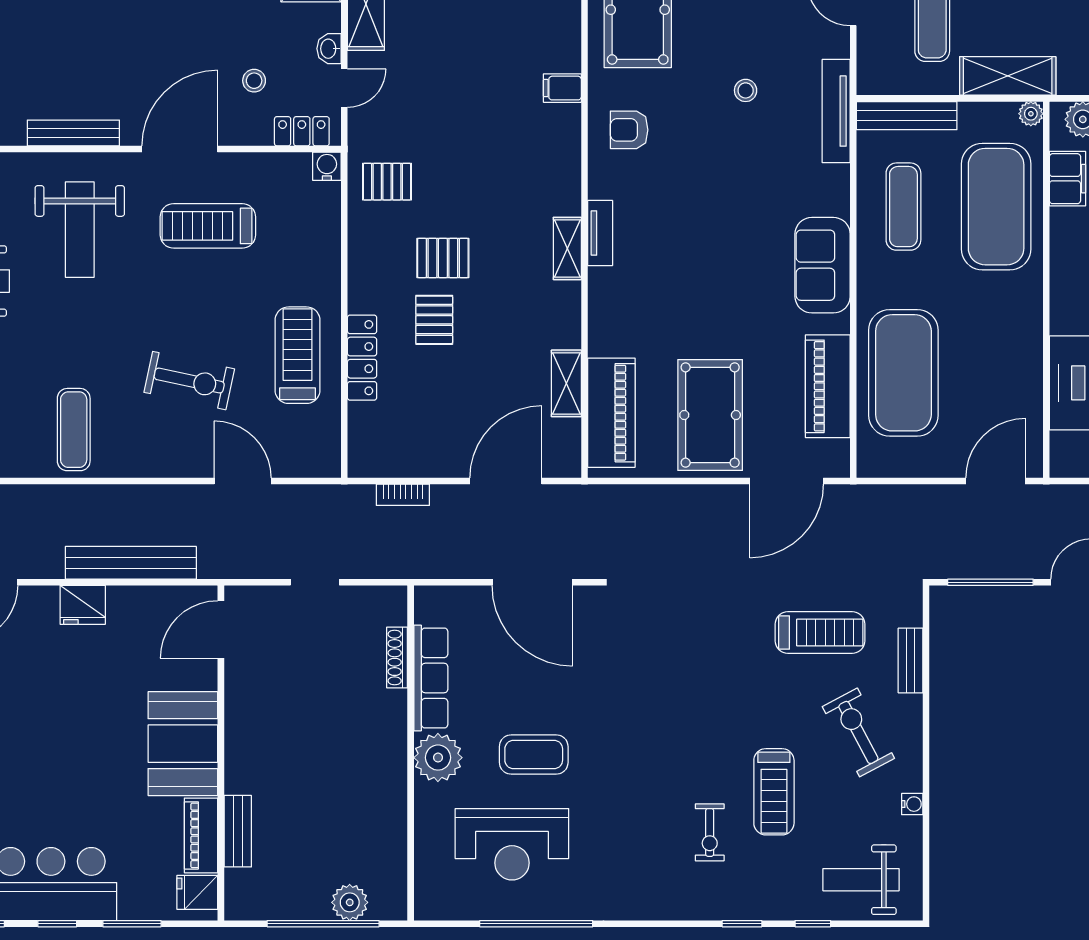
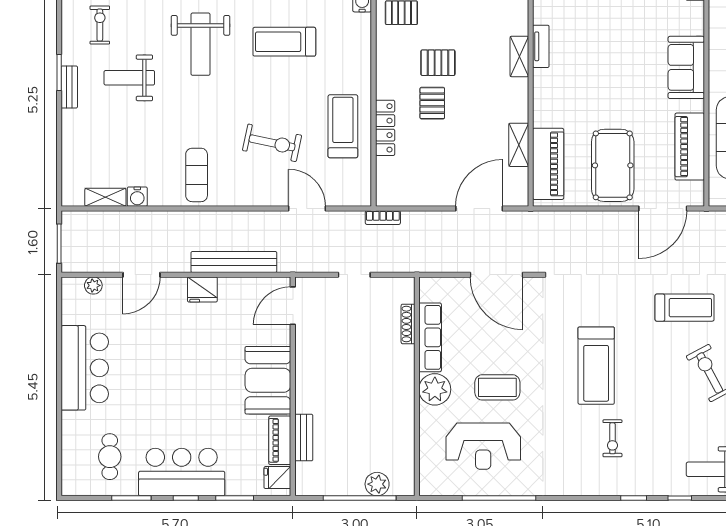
bookcase: (403, 495) -> (383, 218), moved
treadmill: (774, 792) -> (596, 366), moved, width x1.37, depth x1.38

